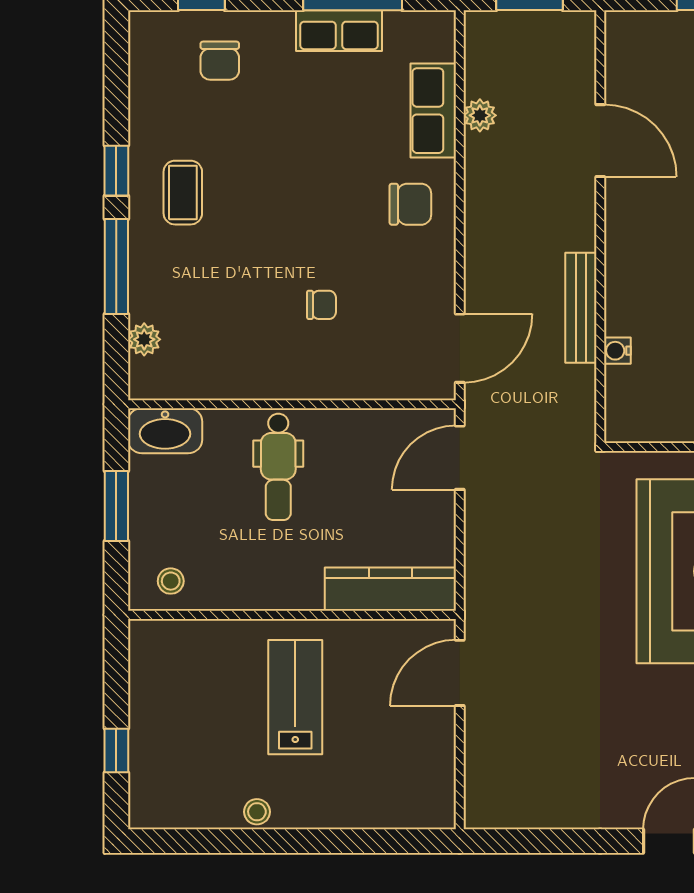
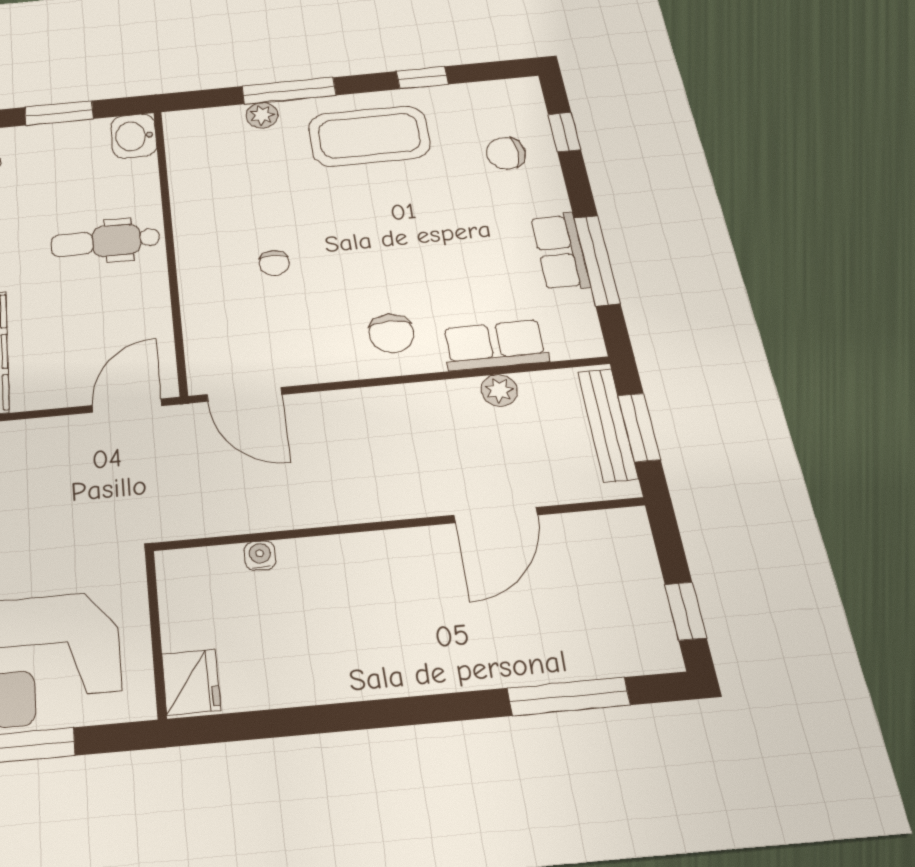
window: (116, 171) -> (422, 78), moved
coffee table: (183, 193) -> (369, 136), width x1.86, depth x1.72
bench: (581, 308) -> (608, 425), moved, turned 90
plant: (144, 339) -> (262, 115), moved
washbasin: (165, 431) -> (134, 136), width x0.72
door: (460, 458) -> (127, 406), hinge flipped

